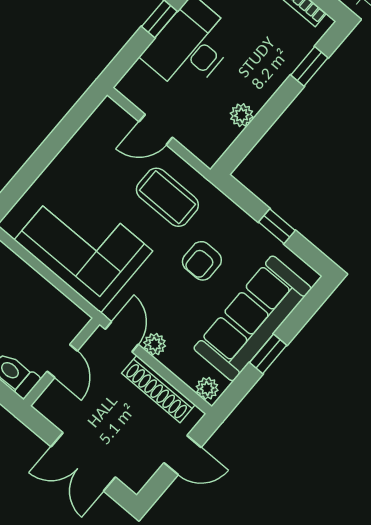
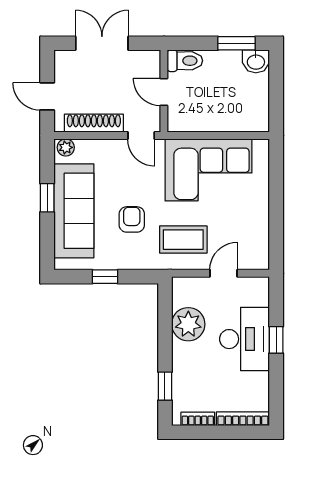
plant: (242, 115) -> (188, 324), width x1.88, depth x1.88
plant: (155, 344) -> (118, 147), removed
door: (183, 455) -> (47, 96), hinge flipped

